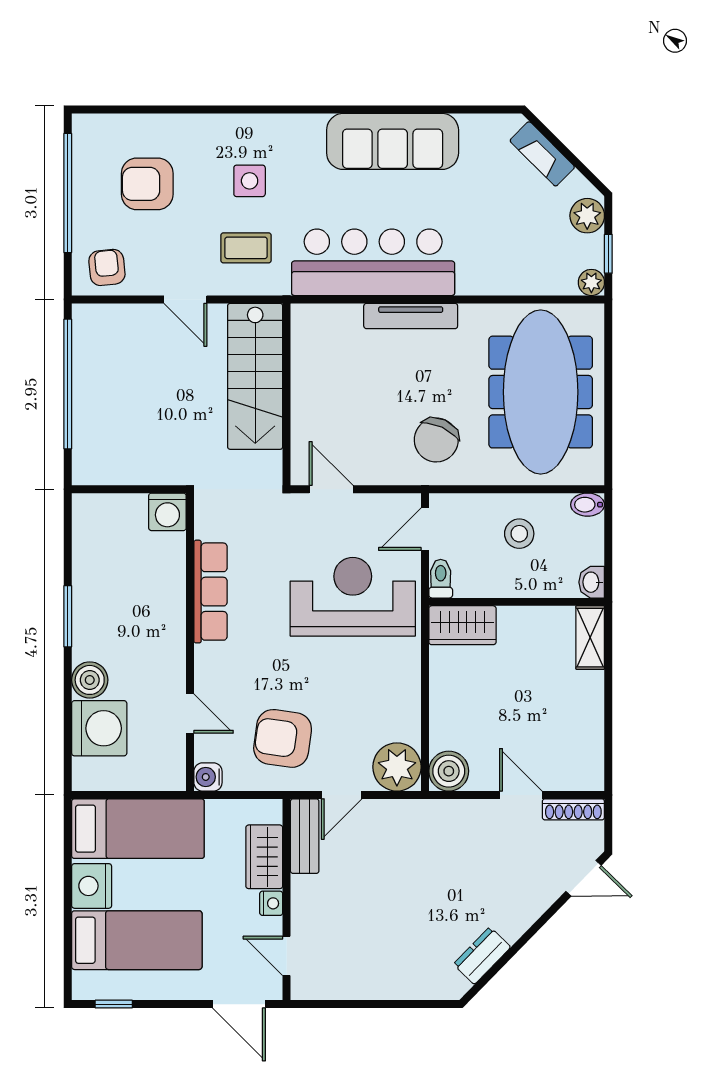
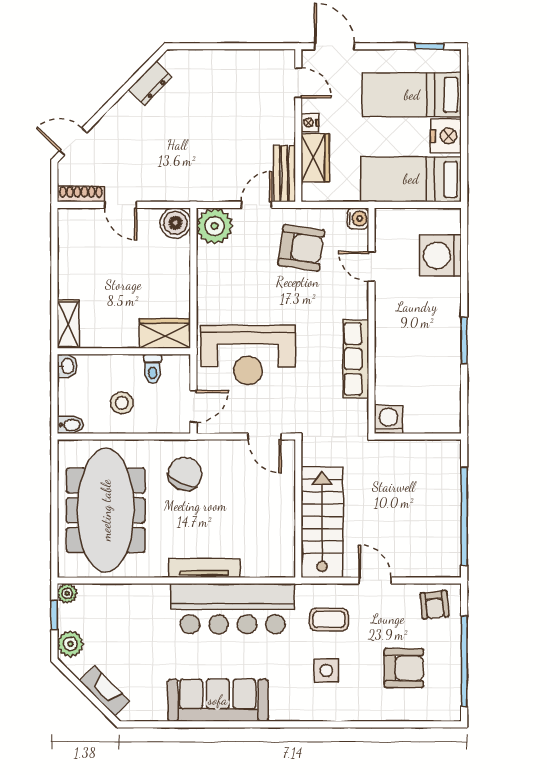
toilet: (441, 579) -> (153, 369), moved
boiler: (90, 680) -> (447, 292), removed

